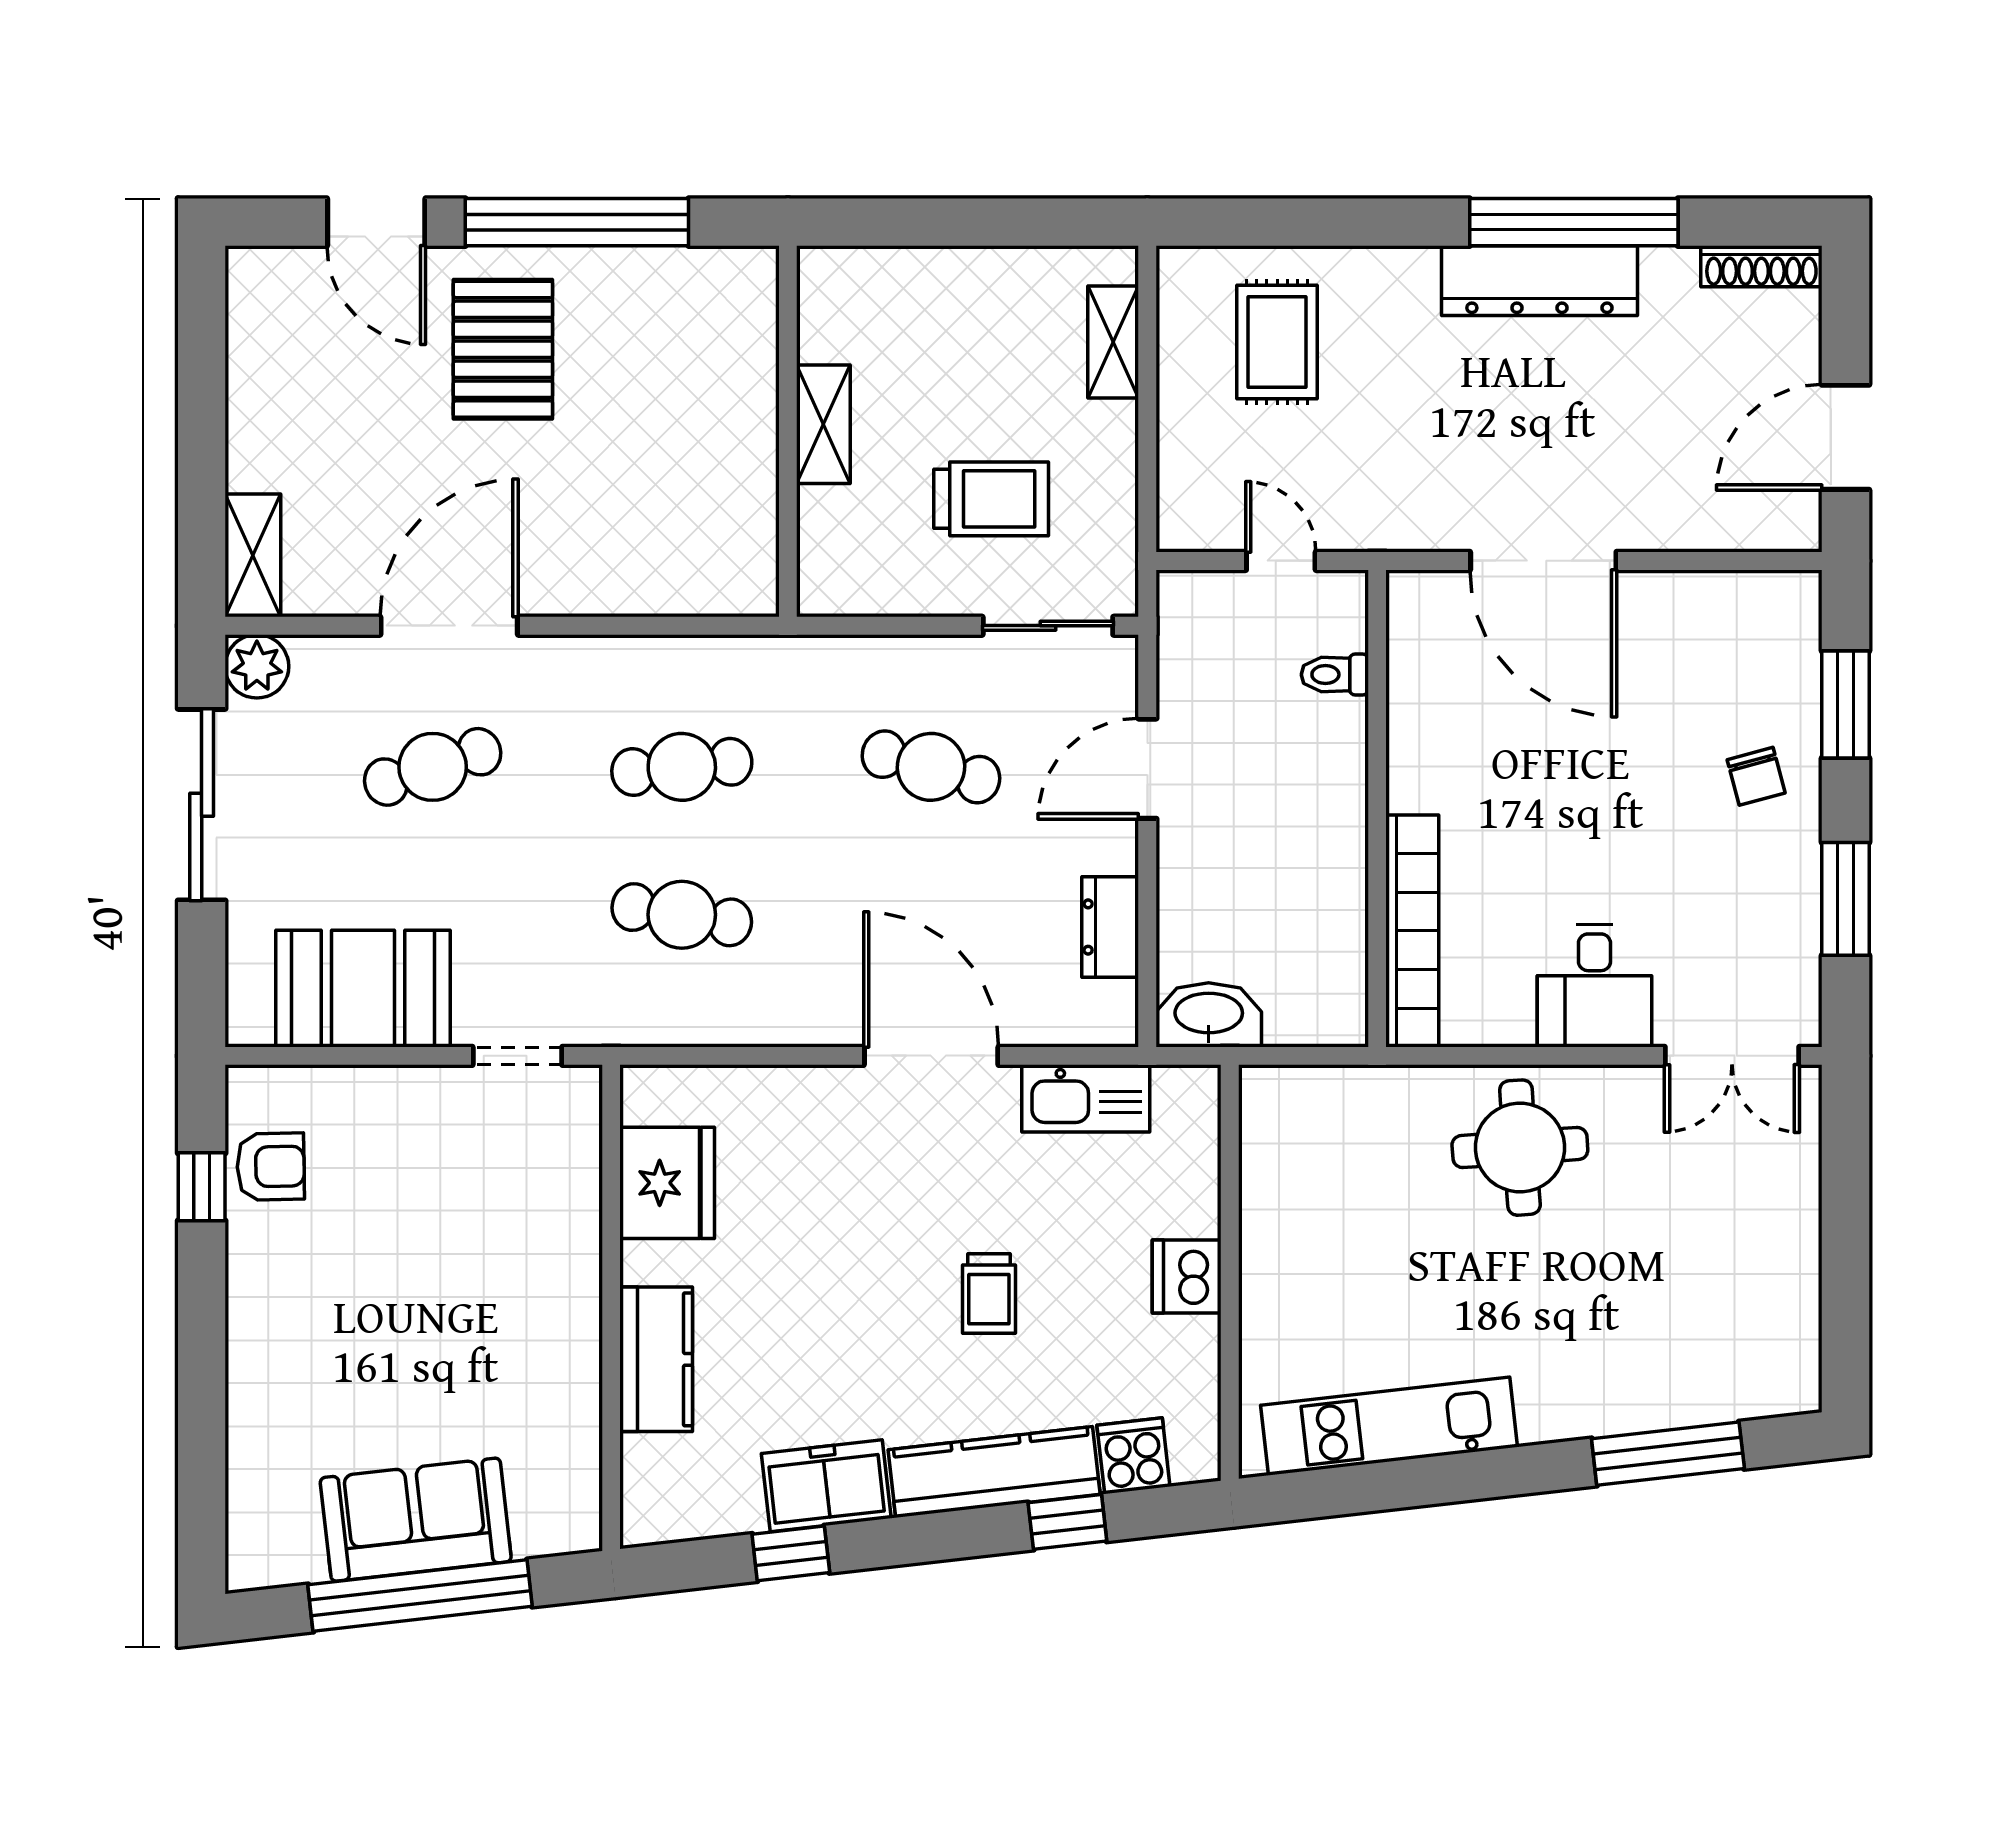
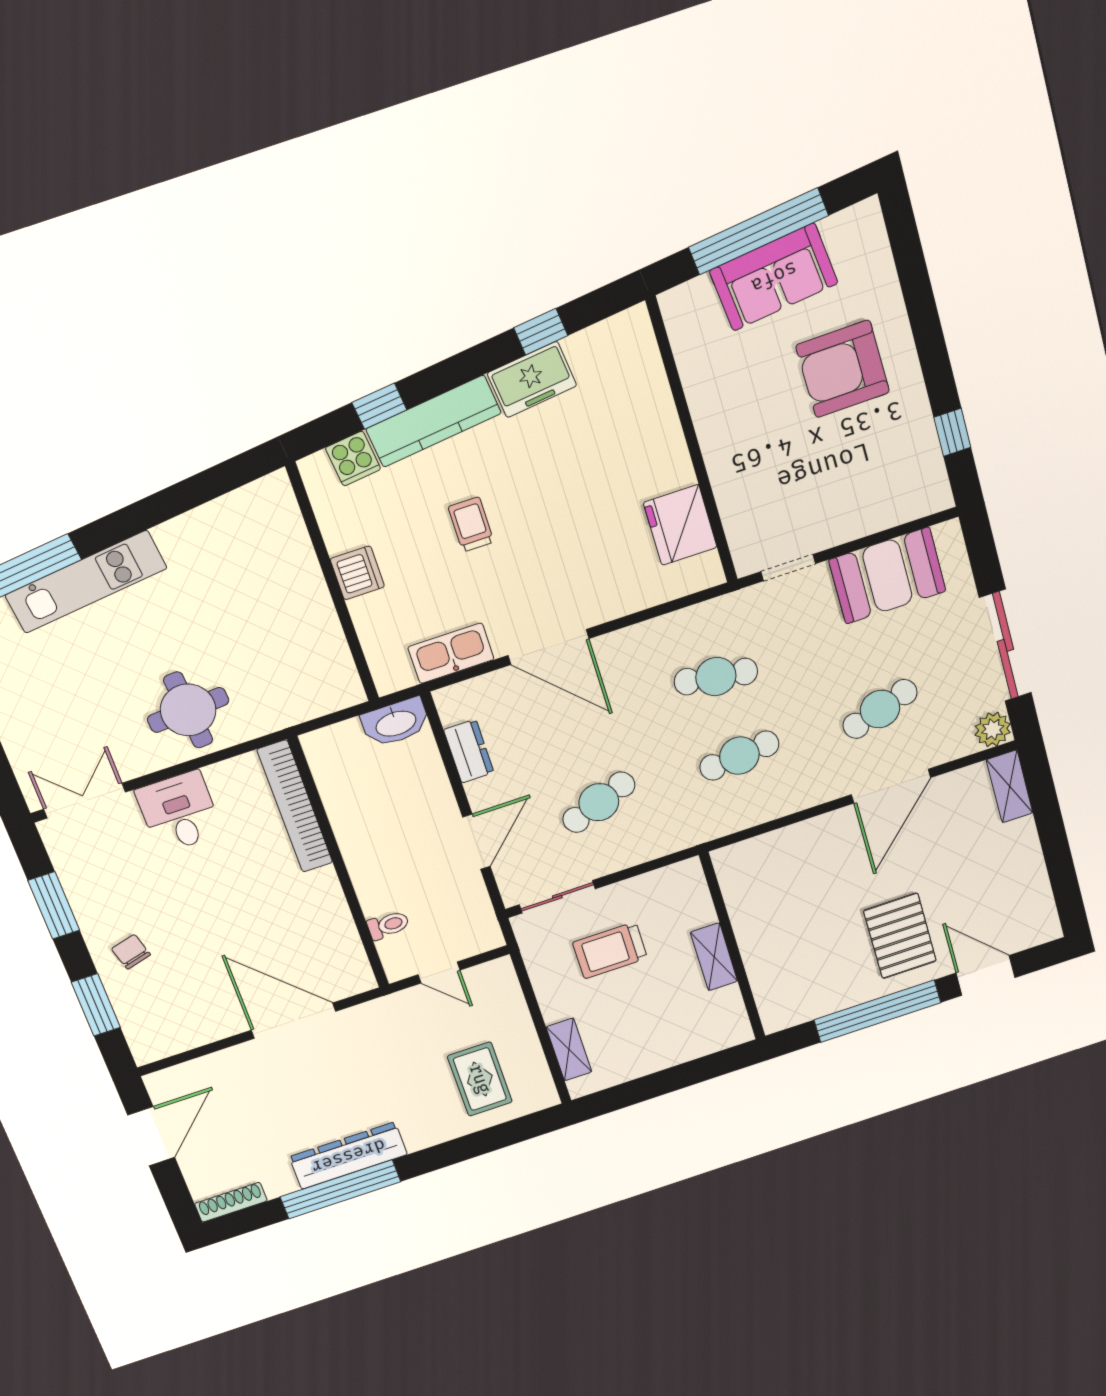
cafe table: (931, 767) -> (599, 802), turned -36
armchair: (271, 1167) -> (843, 369), moved, width x1.88, depth x1.88
kitchen counter: (656, 1359) -> (657, 421), removed
kitchen unit: (1389, 1426) -> (86, 582), moved

